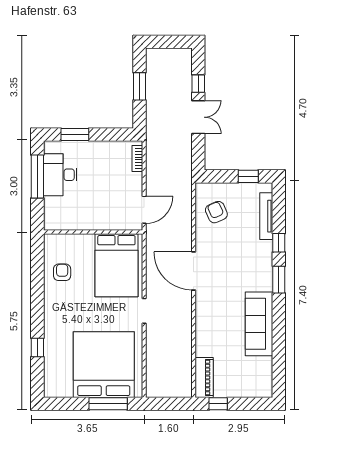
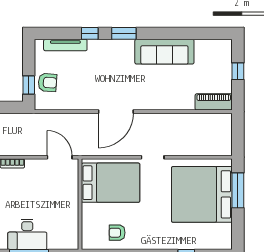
window: (248, 176) -> (29, 85), moved
armchair: (216, 212) -> (47, 83), moved, turned -152
window: (218, 404) -> (238, 71), moved

